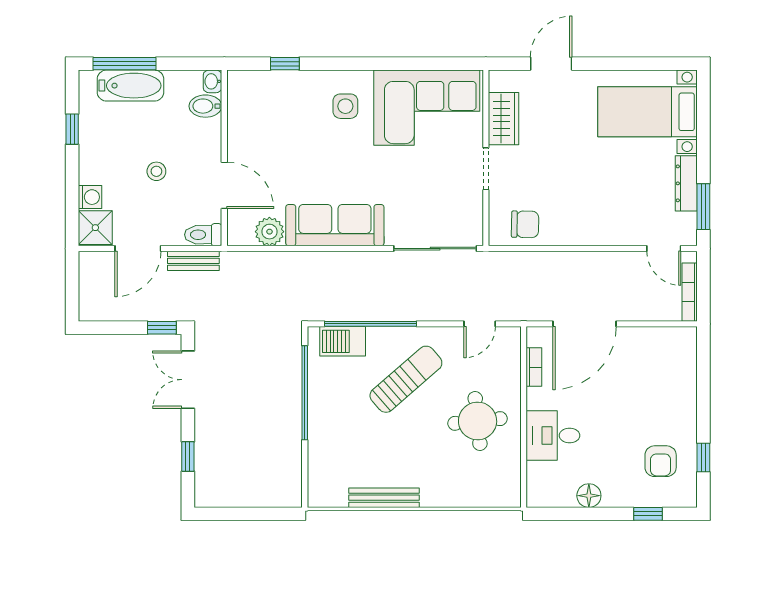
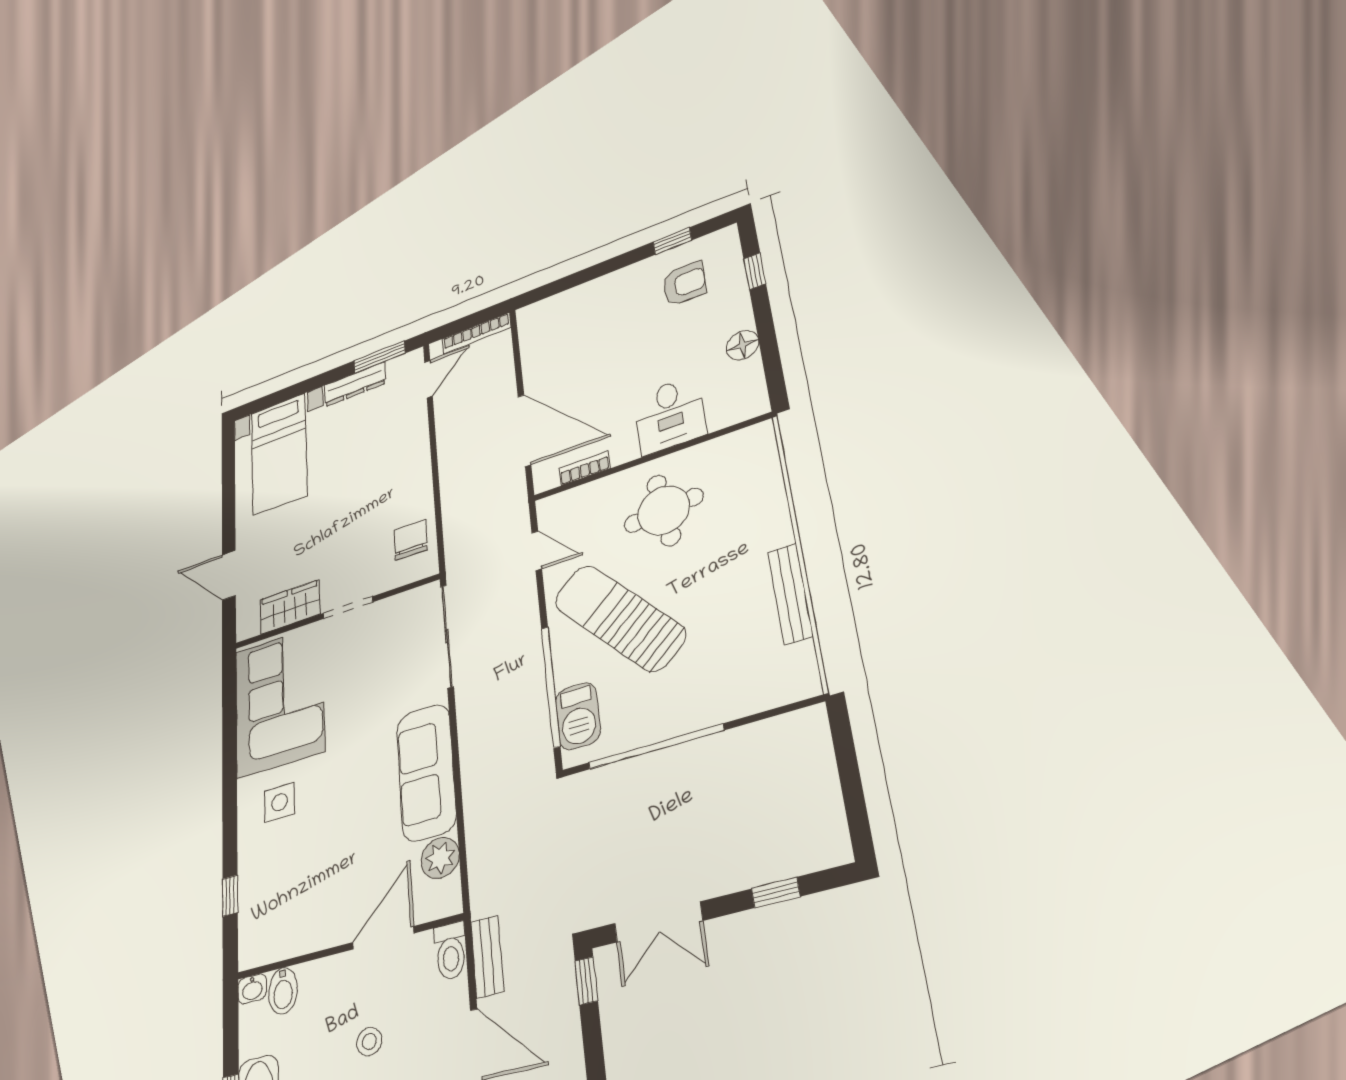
sun lounger: (406, 379) -> (619, 618), width x1.36, depth x1.34

